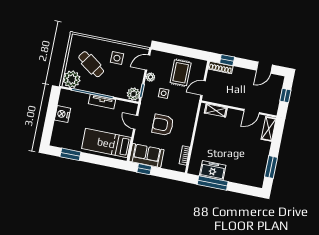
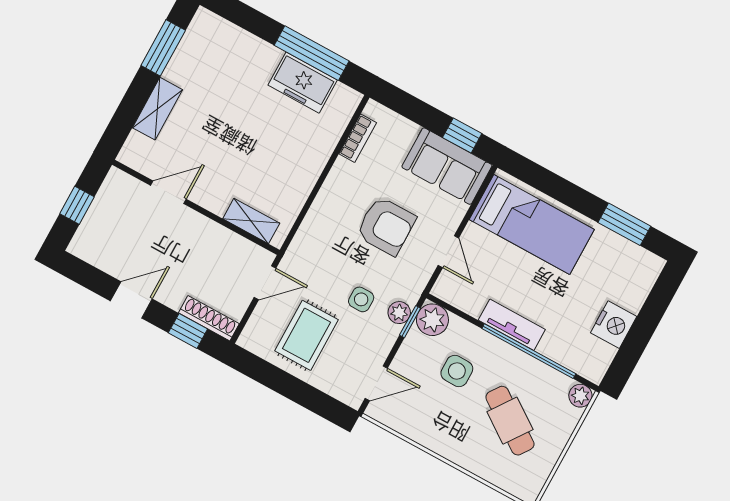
side table: (117, 58) -> (457, 371), moved
door: (264, 68) -> (131, 300), moved
plant: (150, 77) -> (399, 313), moved
plant: (72, 79) -> (580, 396), width x0.53, depth x0.53
shelving: (269, 129) -> (157, 109), moved

